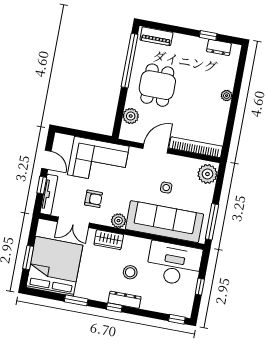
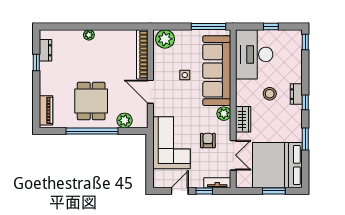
window: (130, 61) -> (92, 131), moved
dining table: (157, 85) -> (91, 101), turned 90
tv unit: (49, 195) -> (217, 183), width x0.71
dresser: (125, 300) -> (296, 94), width x0.70

